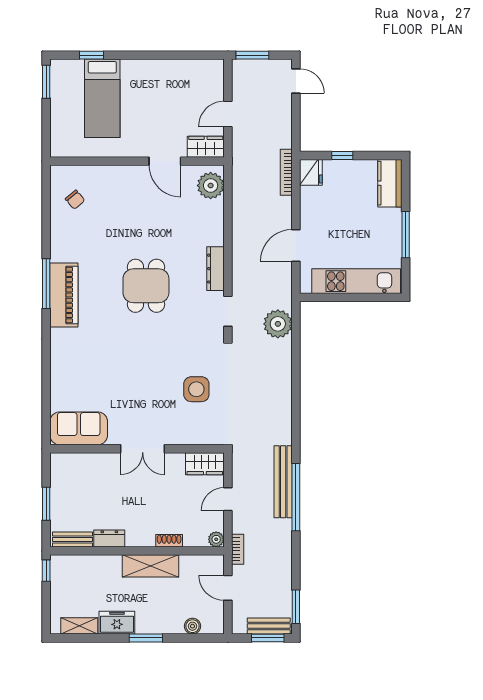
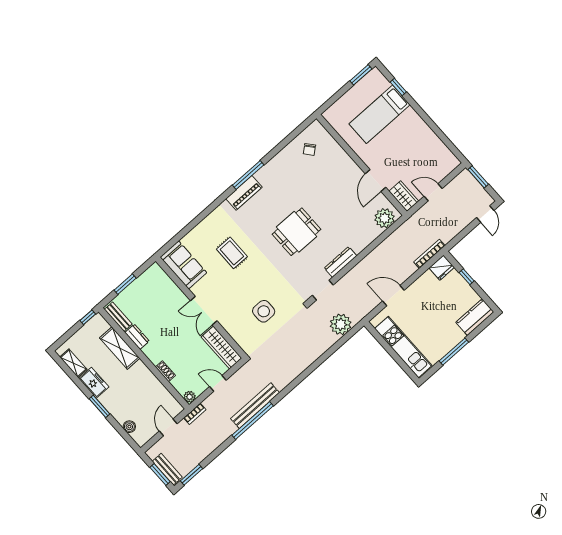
piano: (64, 295) -> (244, 193), width x0.73, depth x0.75
rug: (110, 369) -> (232, 253), added
wardrobe: (205, 464) -> (221, 348), width x1.50
shelving: (150, 566) -> (120, 348), moved

